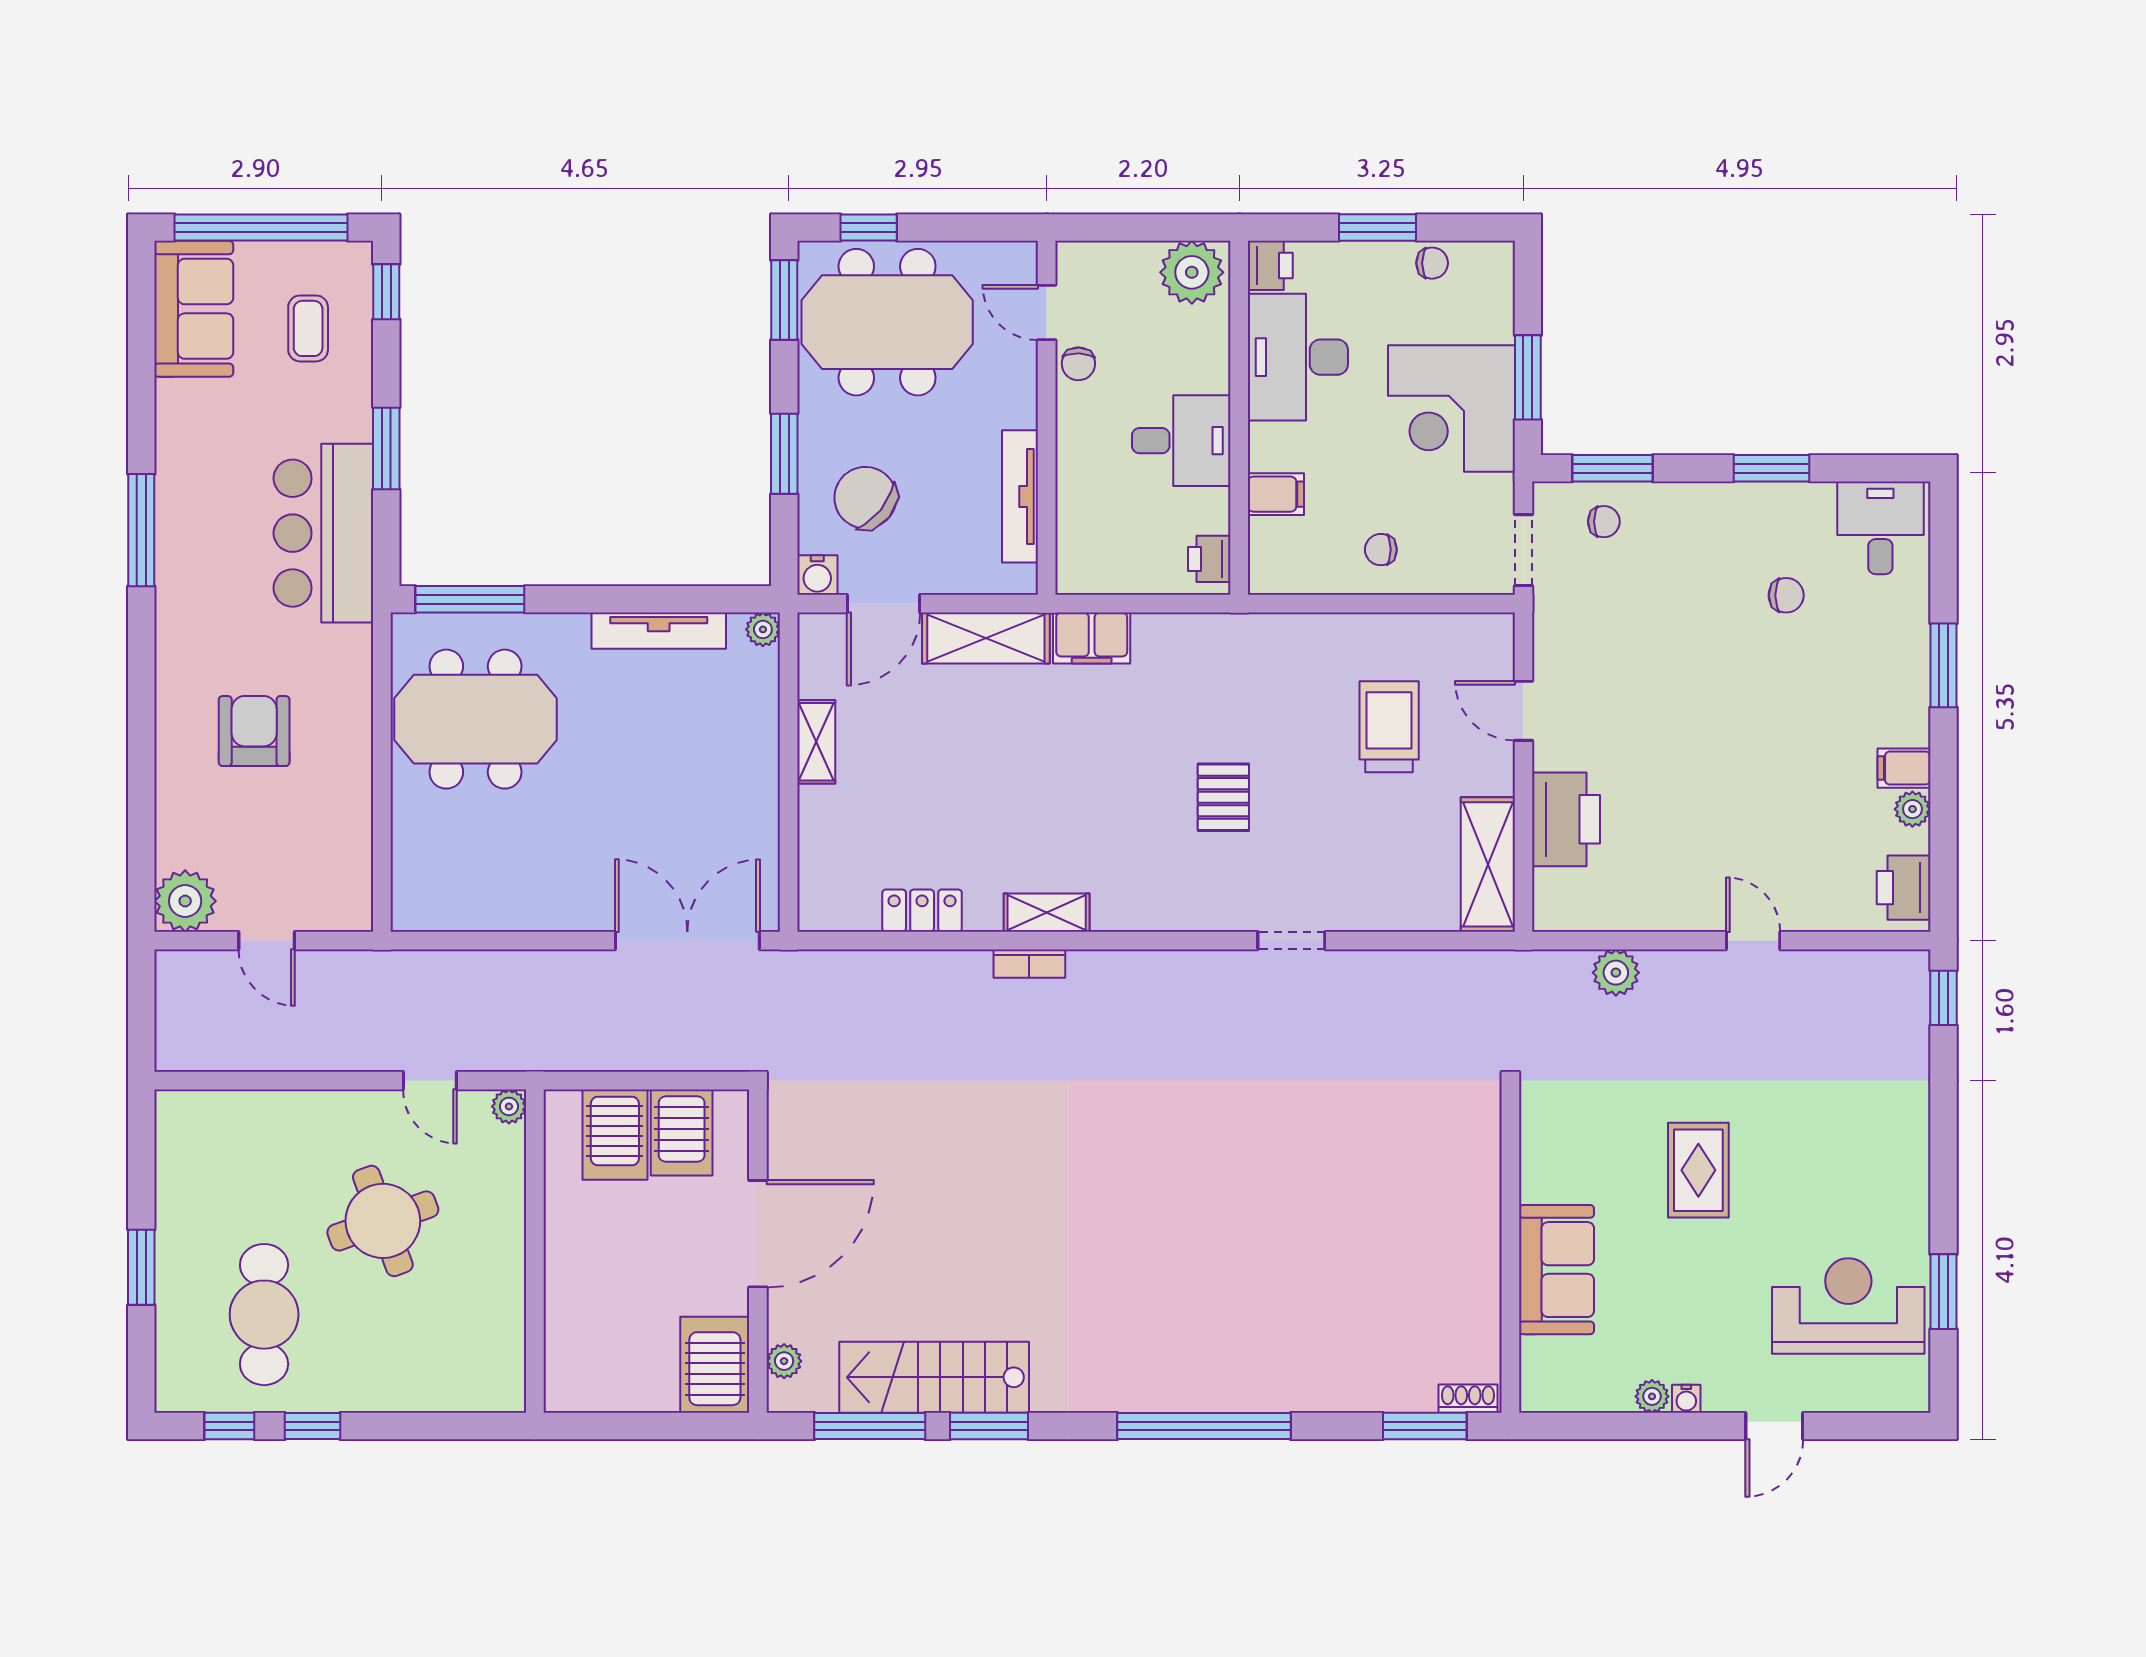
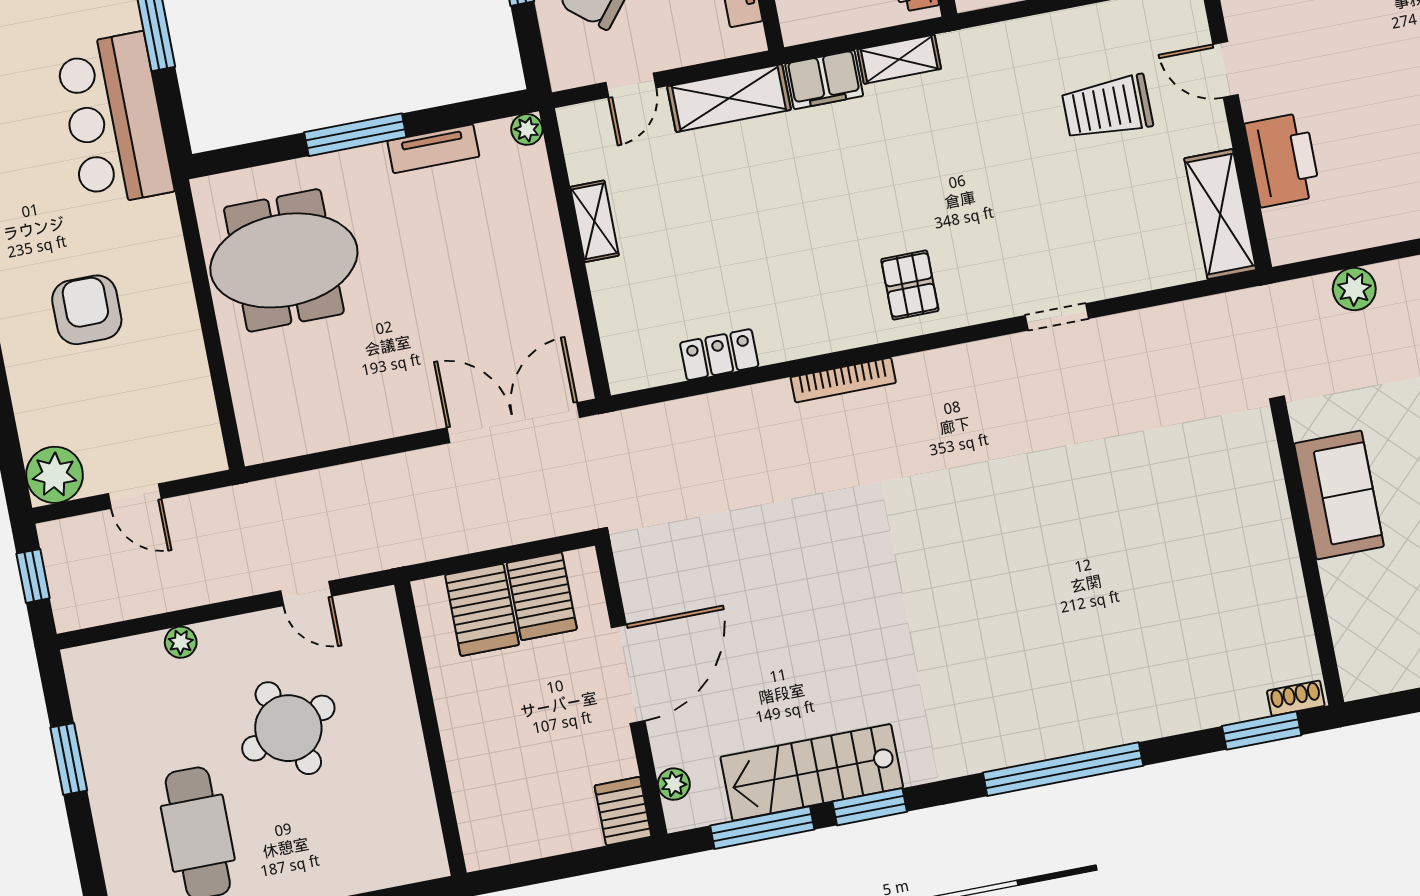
water cooler: (817, 575) -> (566, 71), removed
window: (470, 599) -> (355, 135), moved
door: (884, 604) -> (631, 85), width x0.73
tv unit: (659, 631) -> (433, 149), width x0.71
trolley: (1389, 727) -> (1107, 107), turned -90
pallet: (1223, 797) -> (910, 285), moved
shelving: (1047, 913) -> (899, 59), moved
bookcase: (1029, 964) -> (843, 380), width x1.56
window: (141, 1005) -> (33, 576), added
plant: (509, 1106) -> (181, 642), moved
window: (141, 1267) -> (69, 759), moved
sofa: (1557, 1270) -> (1339, 495), moved
server rack: (715, 1365) -> (623, 811), width x0.73, depth x0.70

